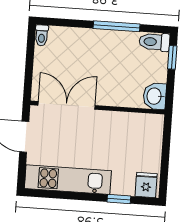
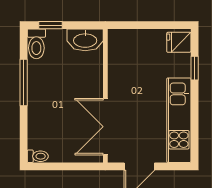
washbasin: (155, 96) -> (85, 40), width x1.38

